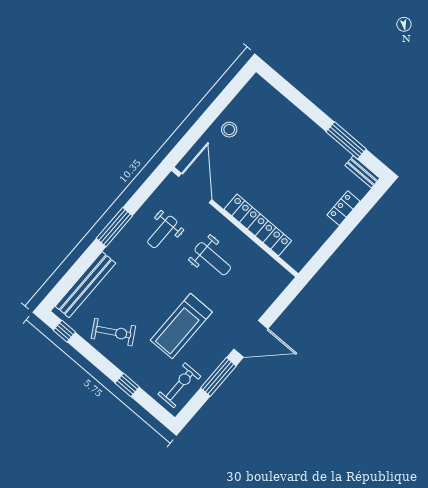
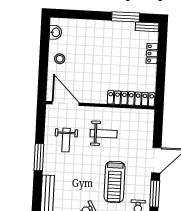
washbasin: (249, 94) -> (55, 32), added
locker: (258, 225) -> (131, 98), moved

